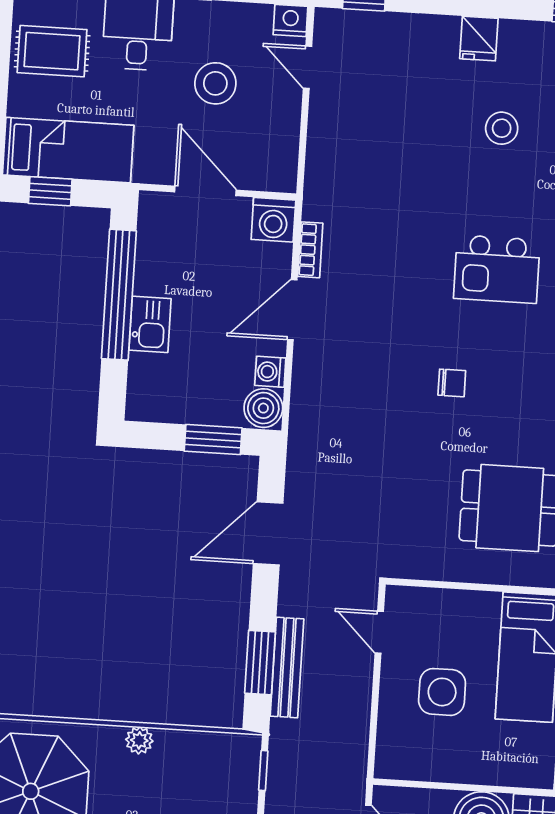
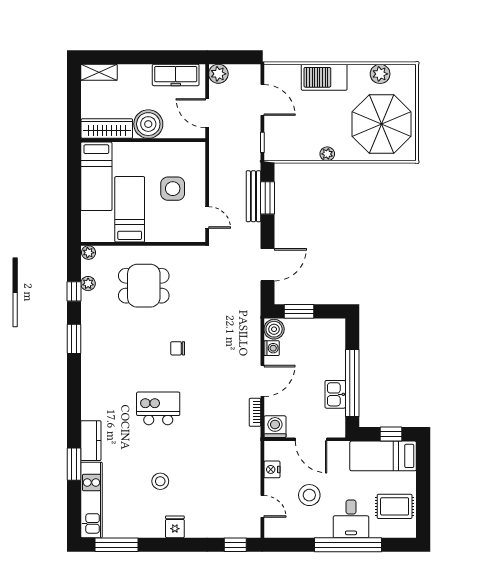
nightstand: (291, 20) -> (272, 469), moved, turned 90
kitchen sink: (150, 324) -> (335, 394), moved

